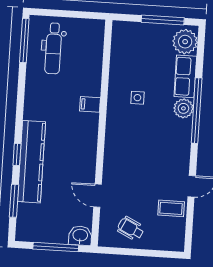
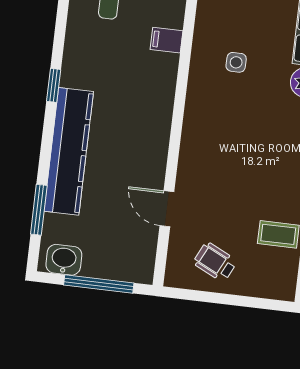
filing cabinet: (90, 104) -> (166, 40), moved
window: (17, 154) -> (54, 85), moved
washbasin: (80, 236) -> (64, 260), moved

